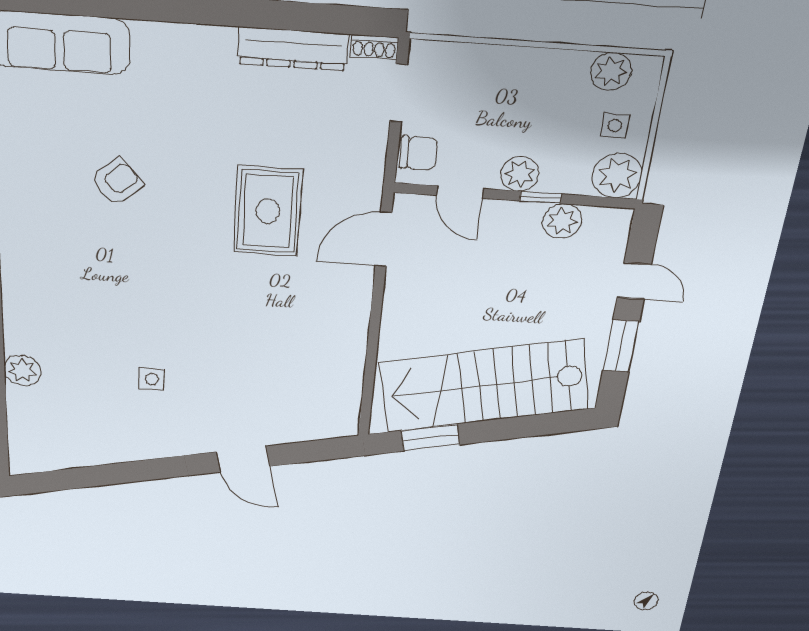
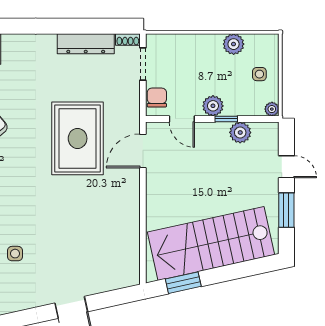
plant: (611, 72) -> (234, 44), moved
chair: (418, 153) -> (157, 98), turned -90
plant: (617, 176) -> (272, 109), width x0.53, depth x0.53
rug: (268, 211) -> (78, 138), width x1.37, depth x1.44

